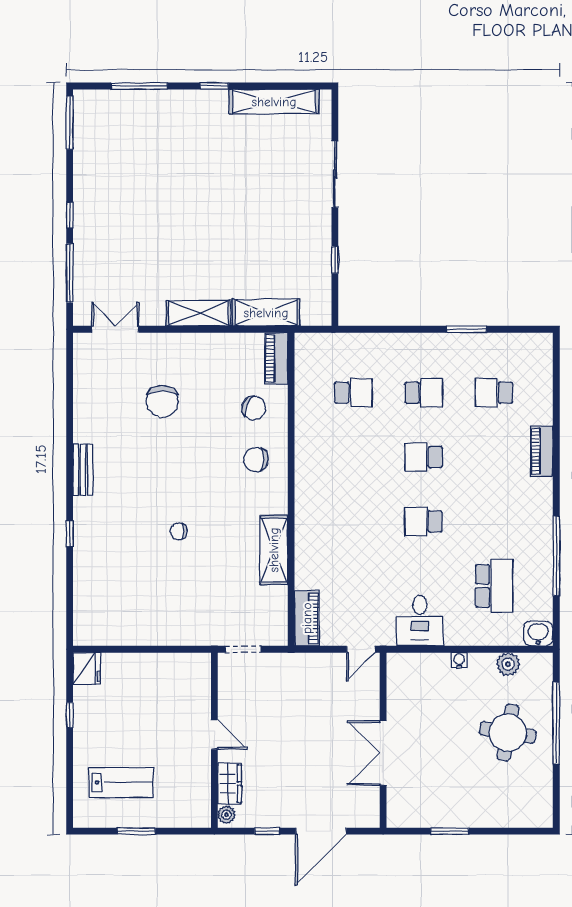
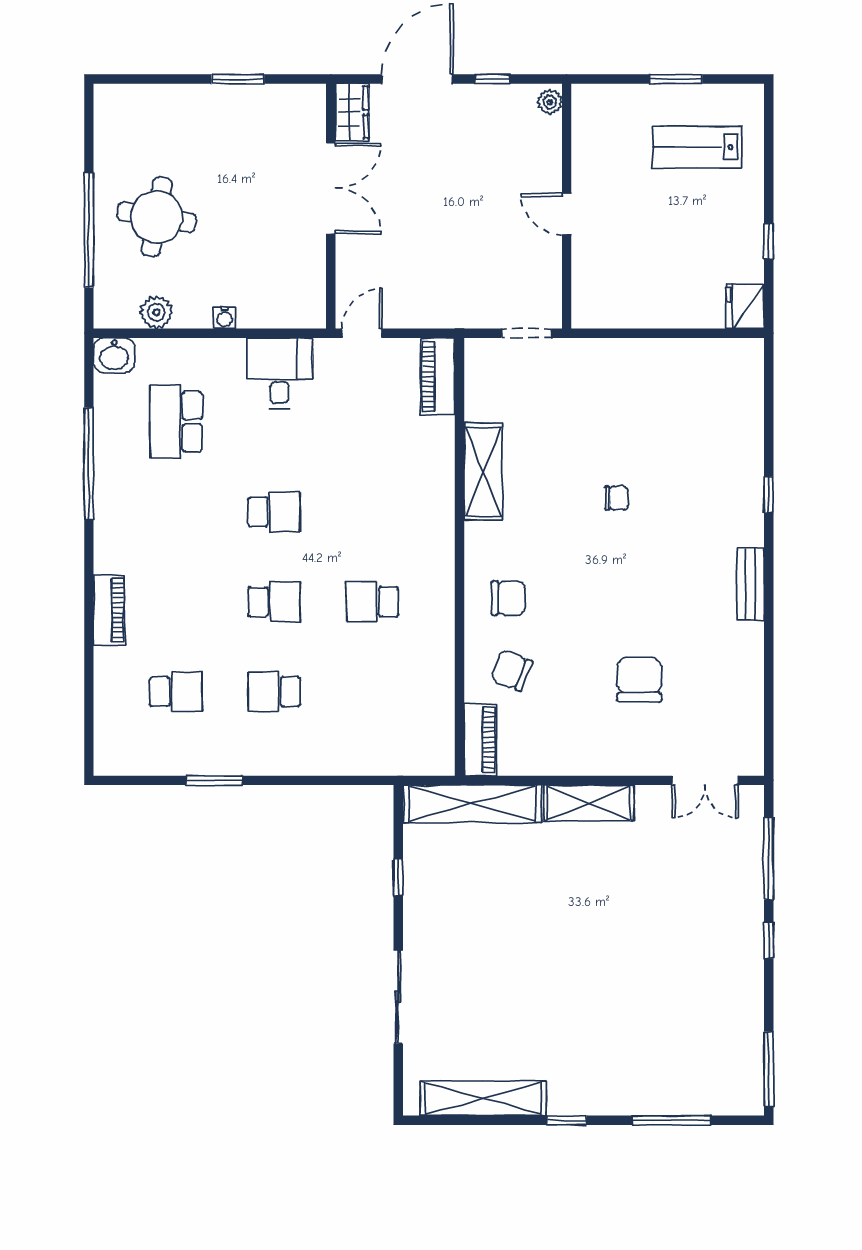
shelving: (266, 313) -> (472, 804), width x1.47
school desk: (353, 393) -> (372, 602), moved
wardrobe: (230, 784) -> (352, 112), moved, turned 180

